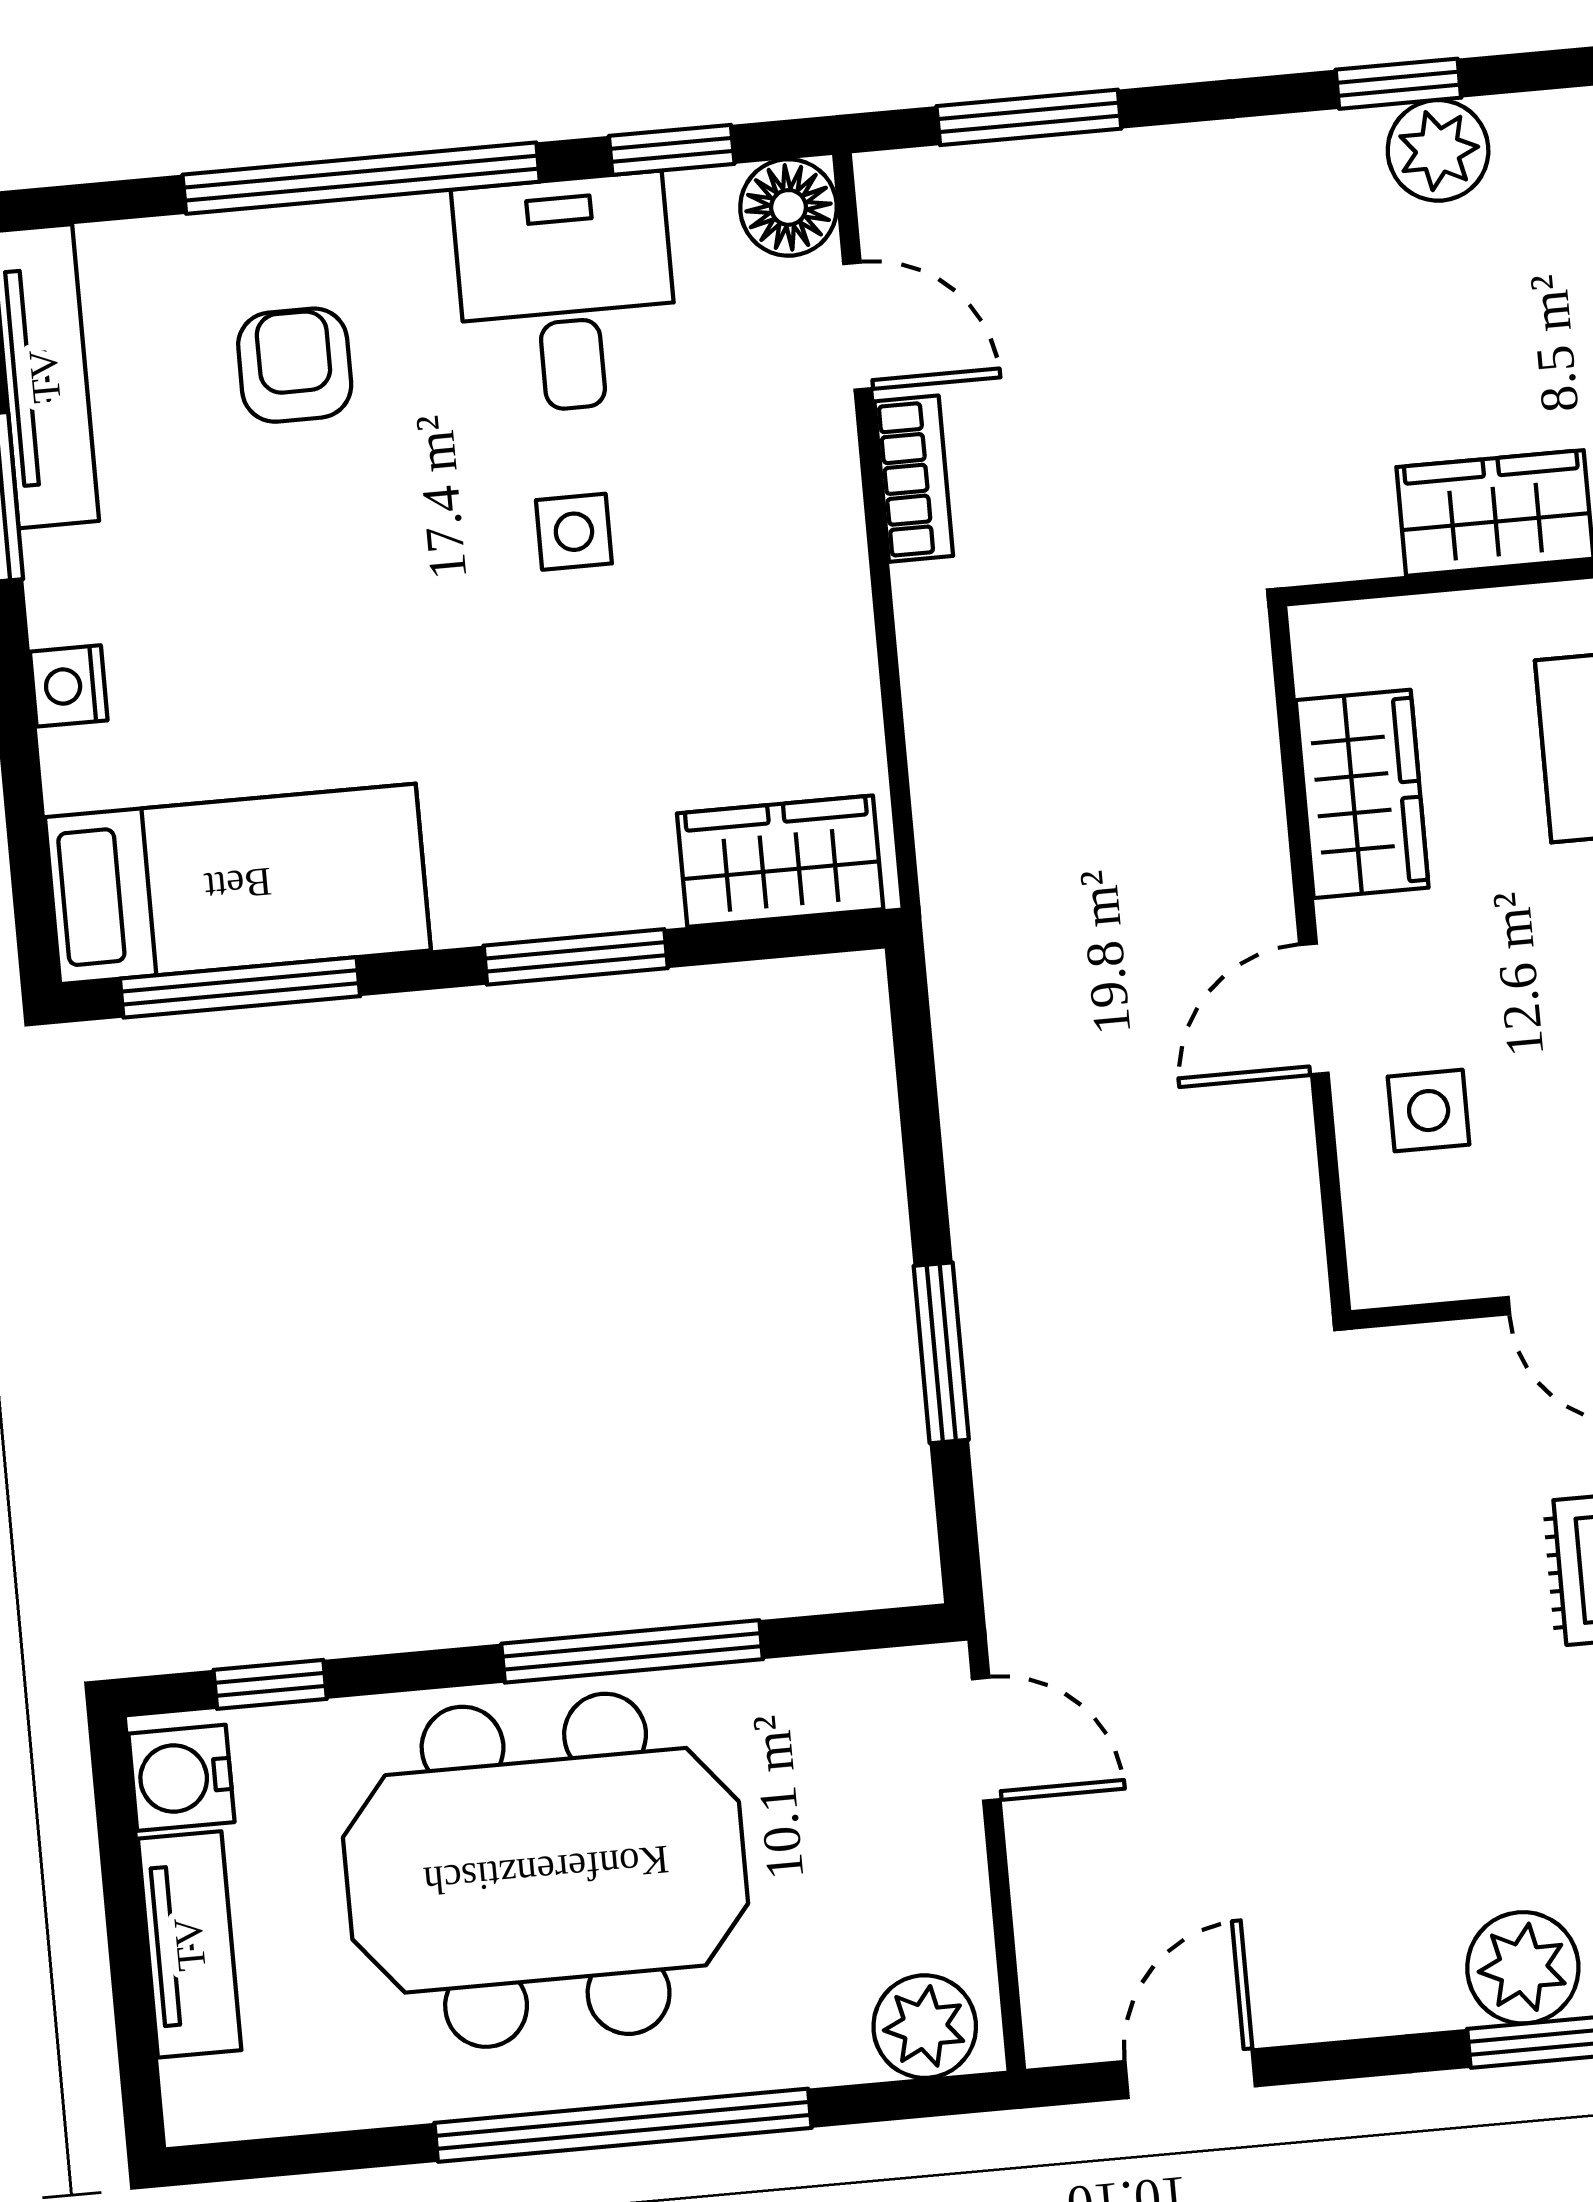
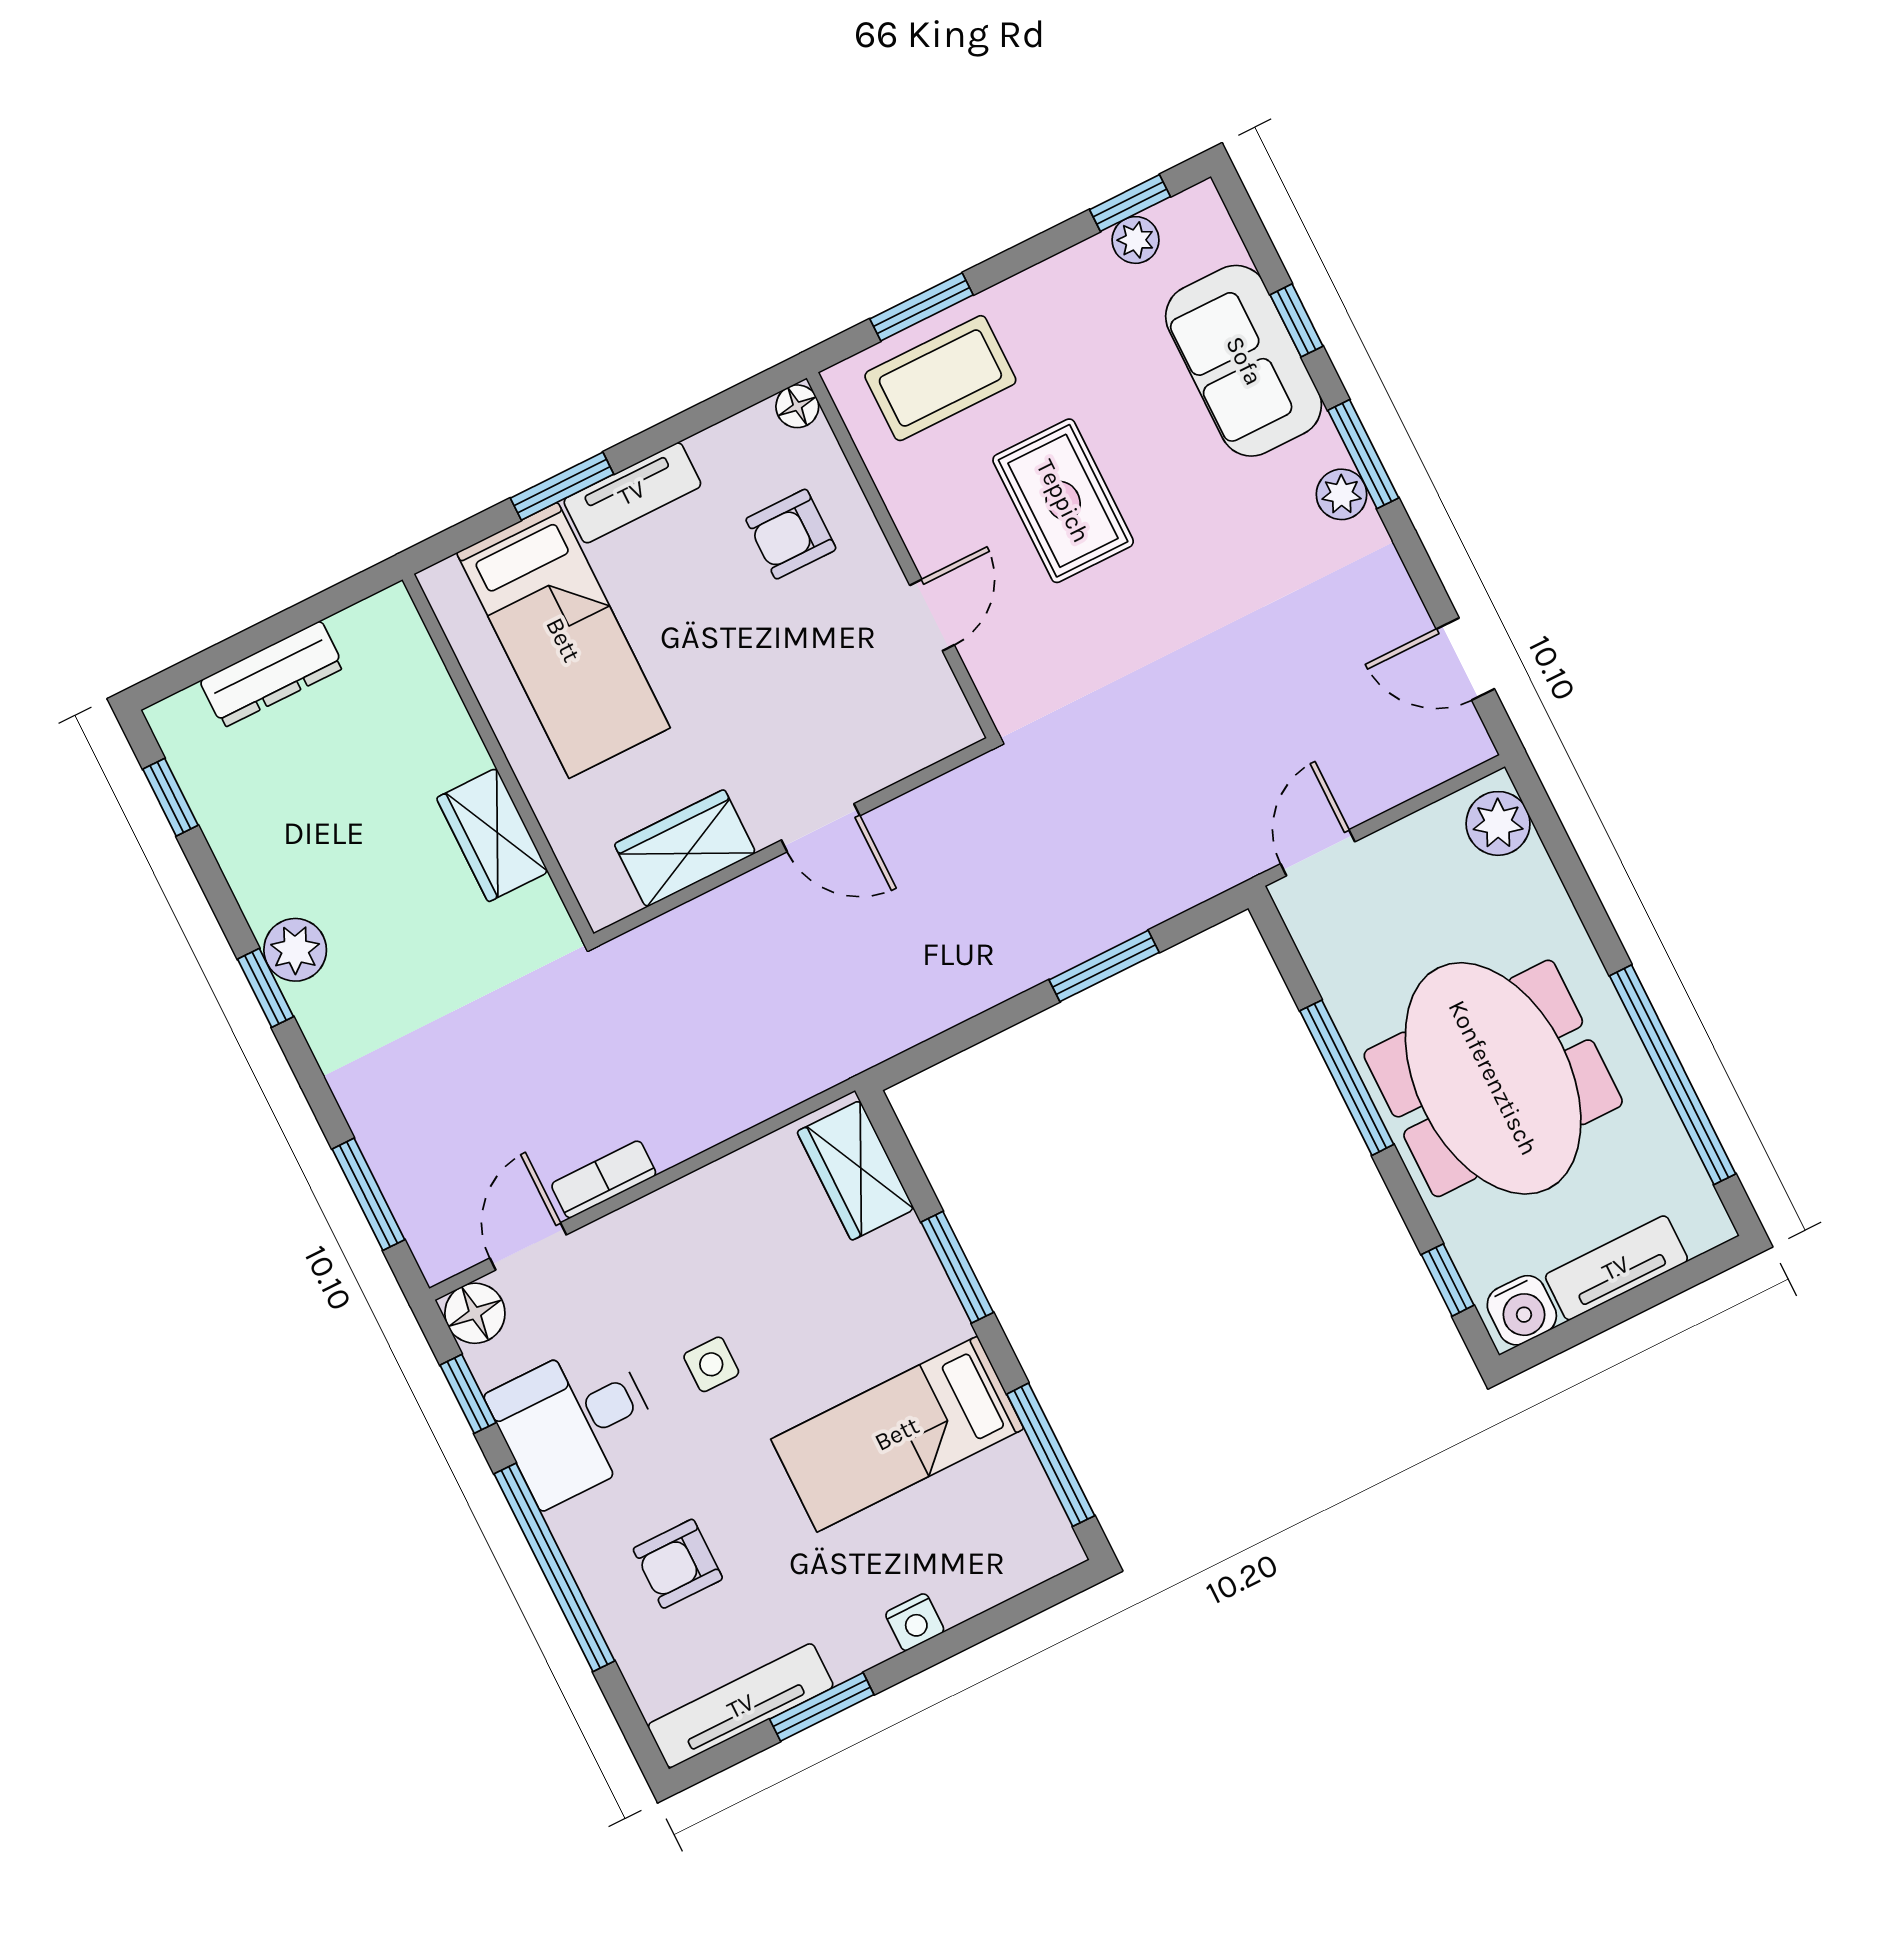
bed: (238, 884) -> (897, 1434), moved, turned -90
side table: (1429, 1111) -> (854, 738), removed
plant: (1523, 1968) -> (1342, 494), width x0.73, depth x0.73
window: (623, 2125) -> (1673, 1075), moved

